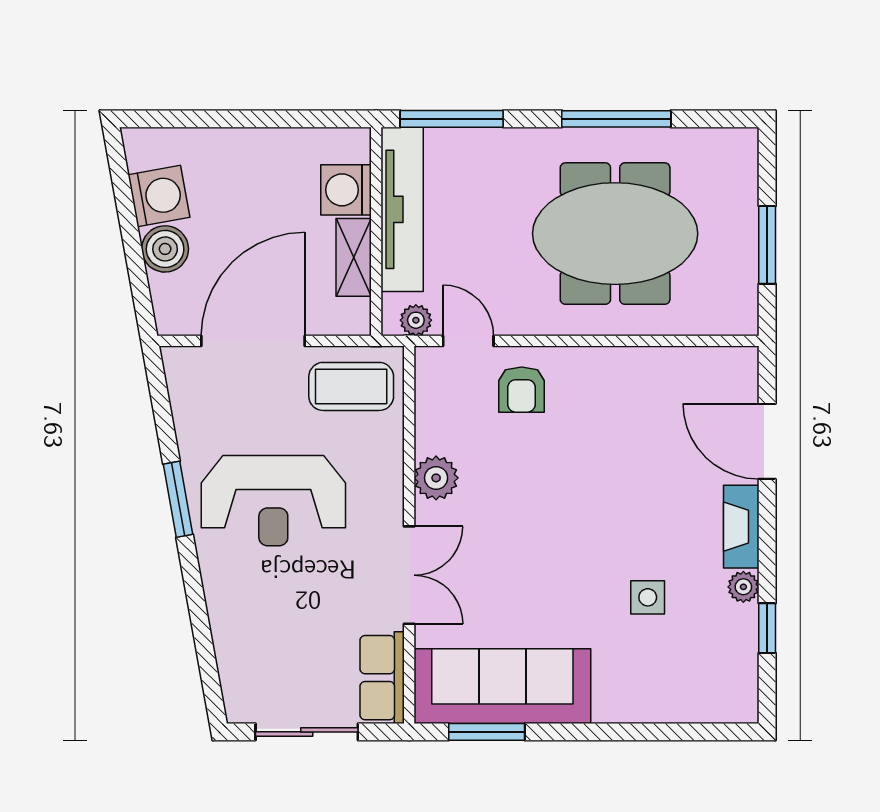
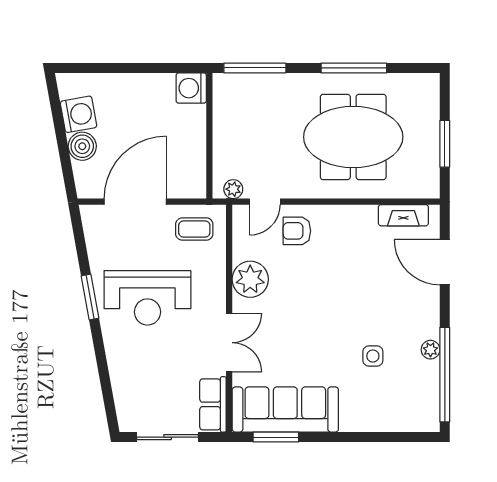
washing machine: (346, 190) -> (191, 88), moved
tv unit: (402, 209) -> (225, 122), removed
shelving: (354, 257) -> (196, 151), removed
door: (468, 341) -> (265, 202), swing flipped
coffee table: (351, 386) -> (194, 229), width x0.73, depth x0.77
armchair: (522, 390) -> (297, 231), turned 90
plant: (436, 478) -> (250, 279), width x1.36, depth x1.36
fireplace: (741, 527) -> (403, 215), moved, turned -90
window: (767, 628) -> (445, 375), width x3.17

